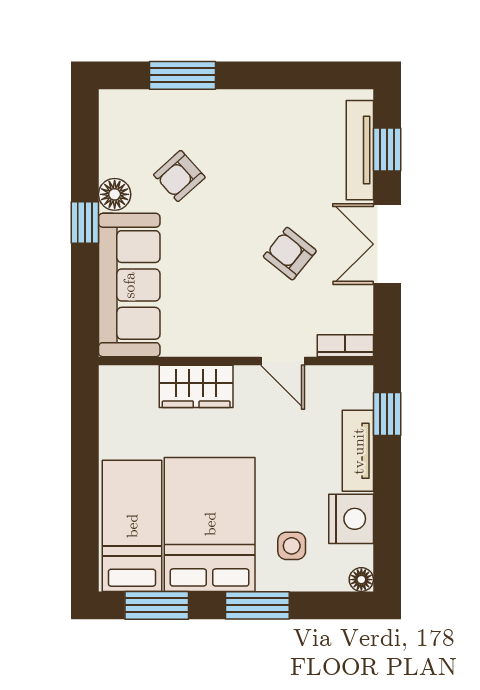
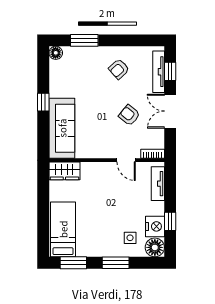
armchair: (179, 176) -> (119, 69), moved
floor lamp: (115, 194) -> (56, 53), moved
wardrobe: (196, 386) -> (64, 171), moved
window: (387, 414) -> (170, 221), moved
tv unit: (358, 451) -> (158, 184), moved
bed: (210, 524) -> (96, 229), removed
floor lamp: (361, 580) -> (155, 247), width x1.89, depth x1.89

